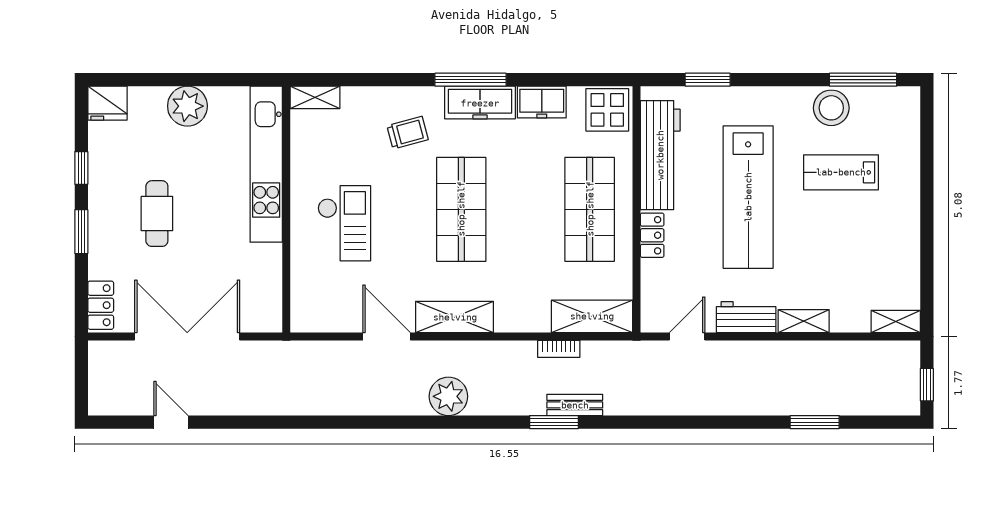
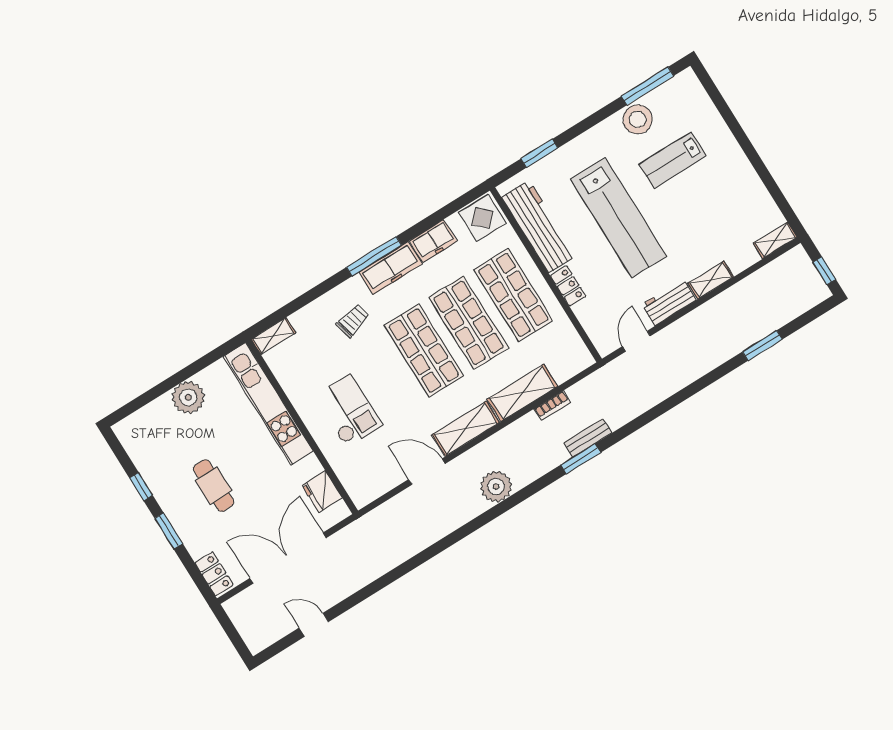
fridge: (107, 103) -> (322, 491), moved, turned 90
shop shelf: (525, 209) -> (469, 323), added
shelving: (592, 316) -> (522, 393), moved

